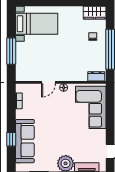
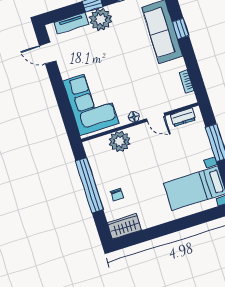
plant: (79, 73) -> (120, 142), added
dresser: (96, 76) -> (183, 117), moved
door: (48, 82) -> (156, 117), swing flipped

